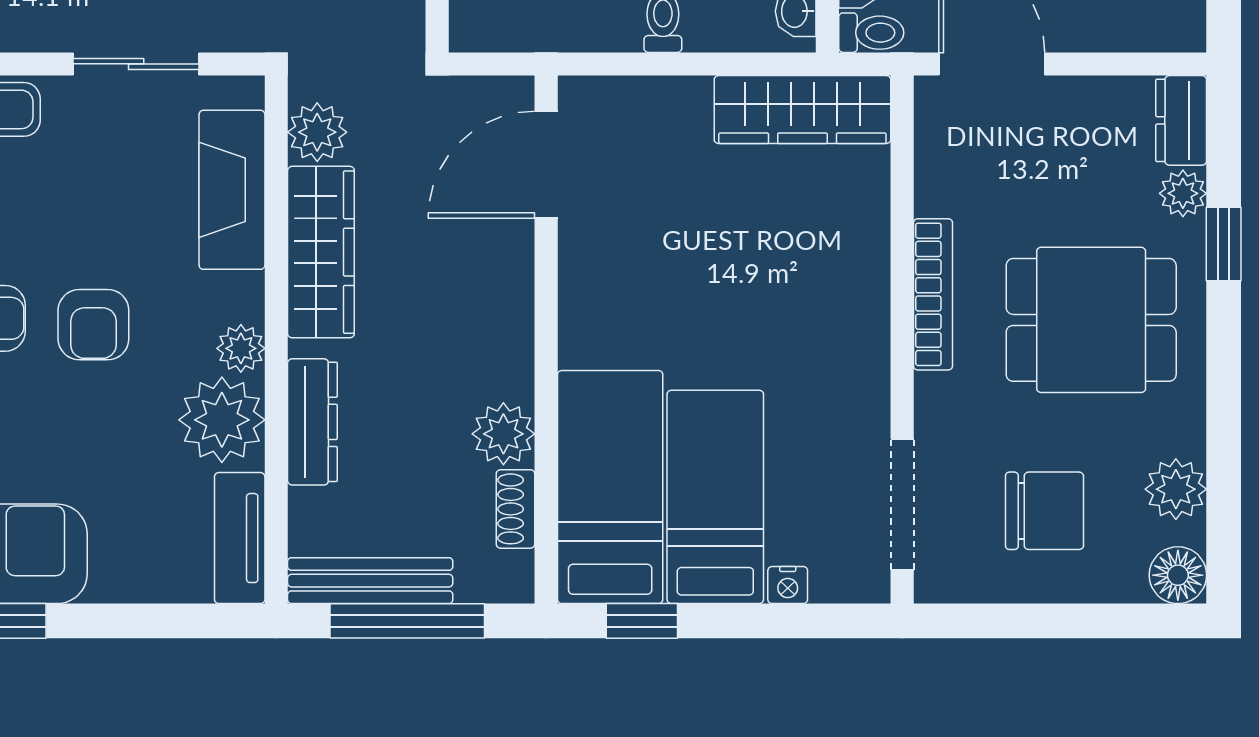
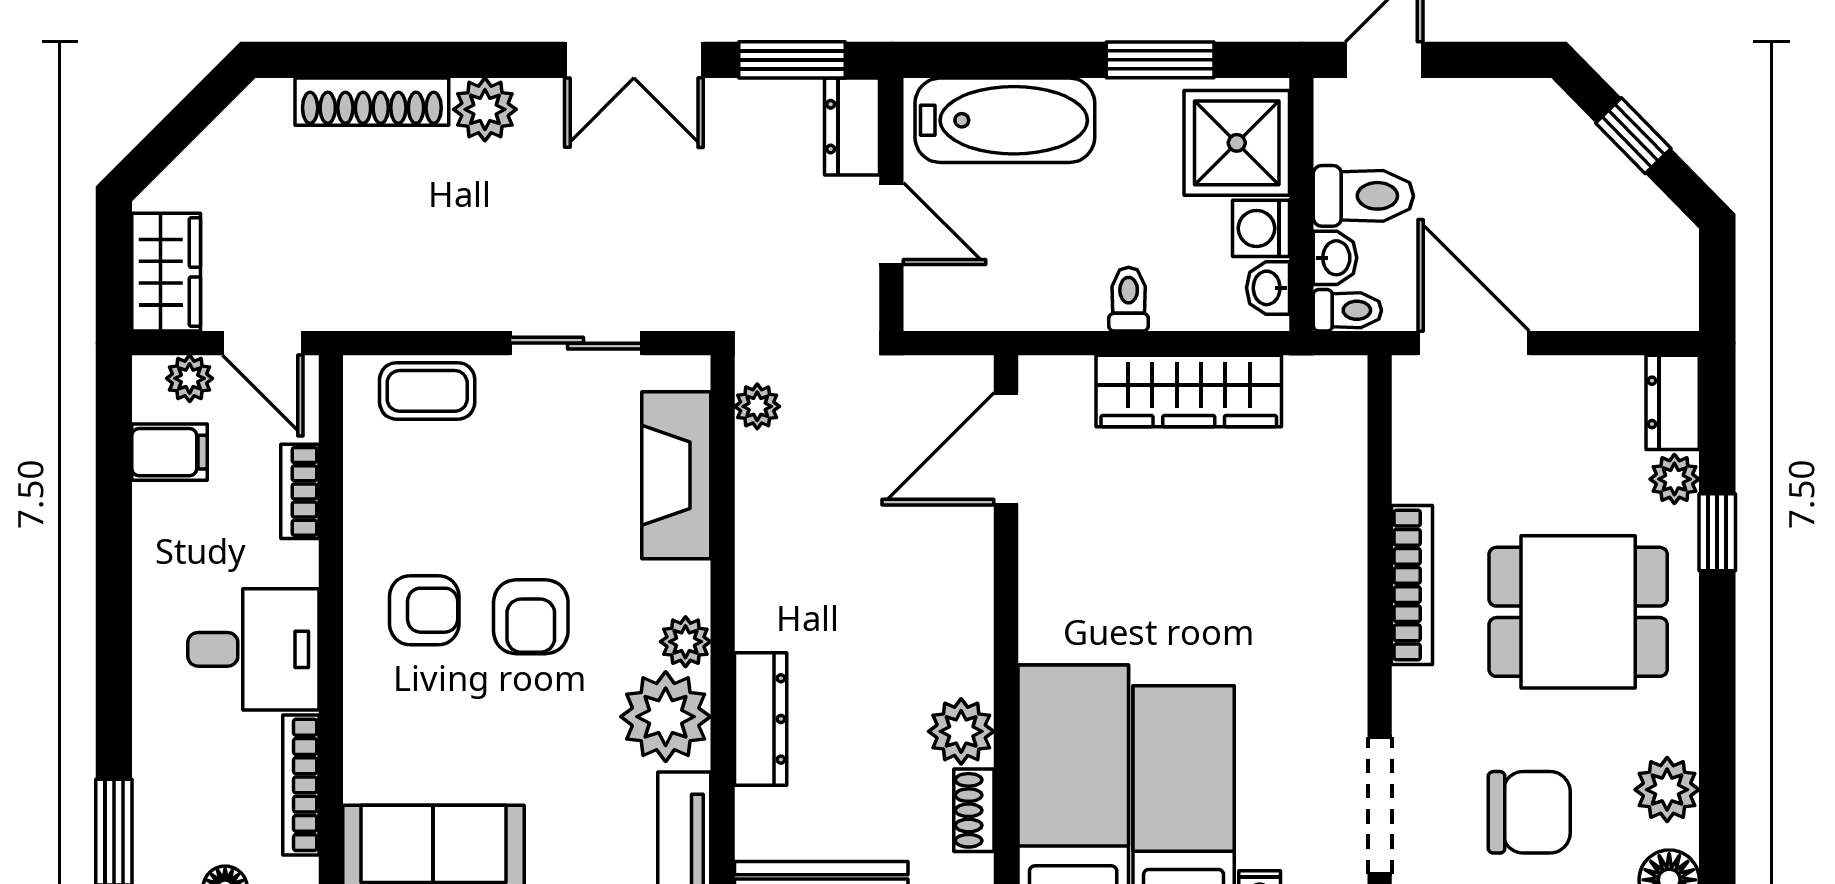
wardrobe: (802, 110) -> (1189, 391), moved
plant: (317, 132) -> (757, 406), width x0.73, depth x0.73
wardrobe: (321, 252) -> (770, 541), removed

